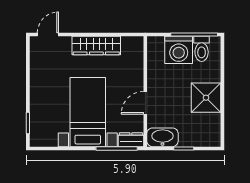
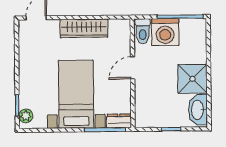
toilet: (202, 49) -> (143, 31), moved
door: (145, 103) -> (133, 68), moved
plant: (37, 134) -> (26, 116), added
washbasin: (162, 137) -> (198, 110), moved, turned -90

